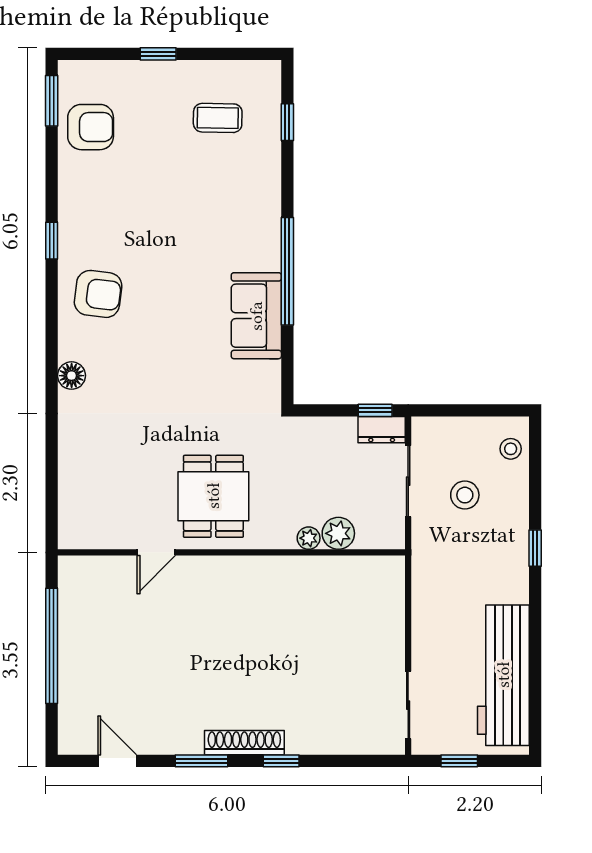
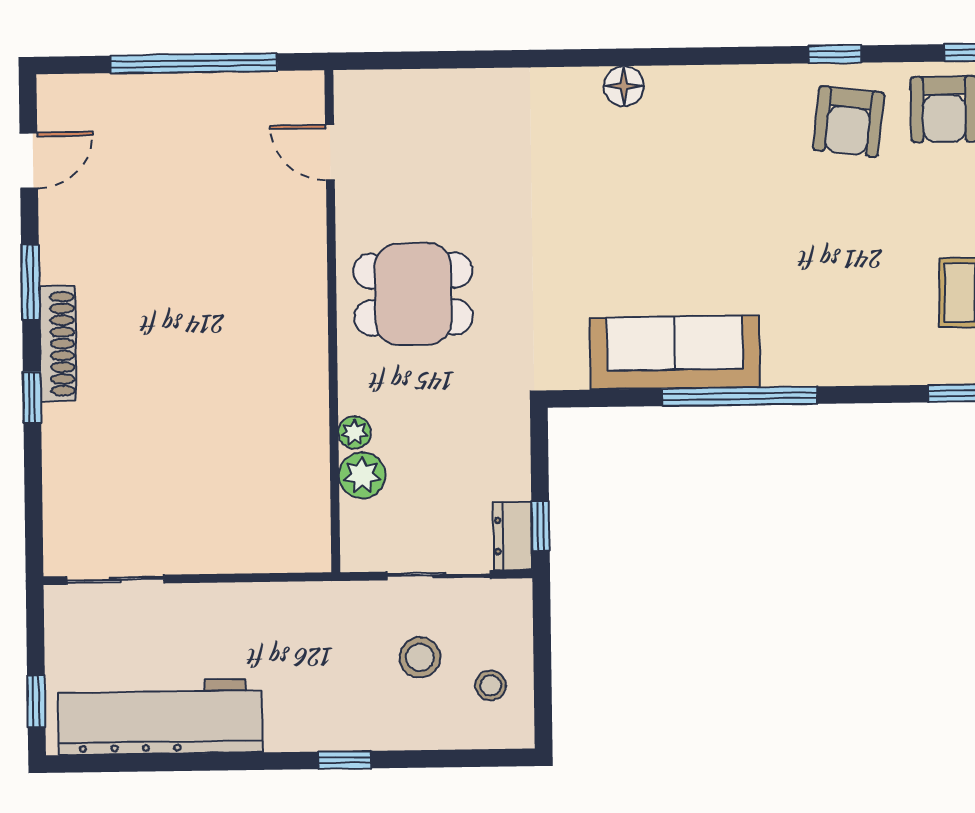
window: (52, 241) -> (835, 54), moved
armchair: (98, 294) -> (848, 121), moved
sofa: (256, 316) -> (675, 352), width x1.36
floor lamp: (72, 376) -> (624, 86), moved
stool: (511, 449) -> (491, 685), moved
door: (156, 552) -> (330, 152), moved
window: (459, 761) -> (36, 701), moved

